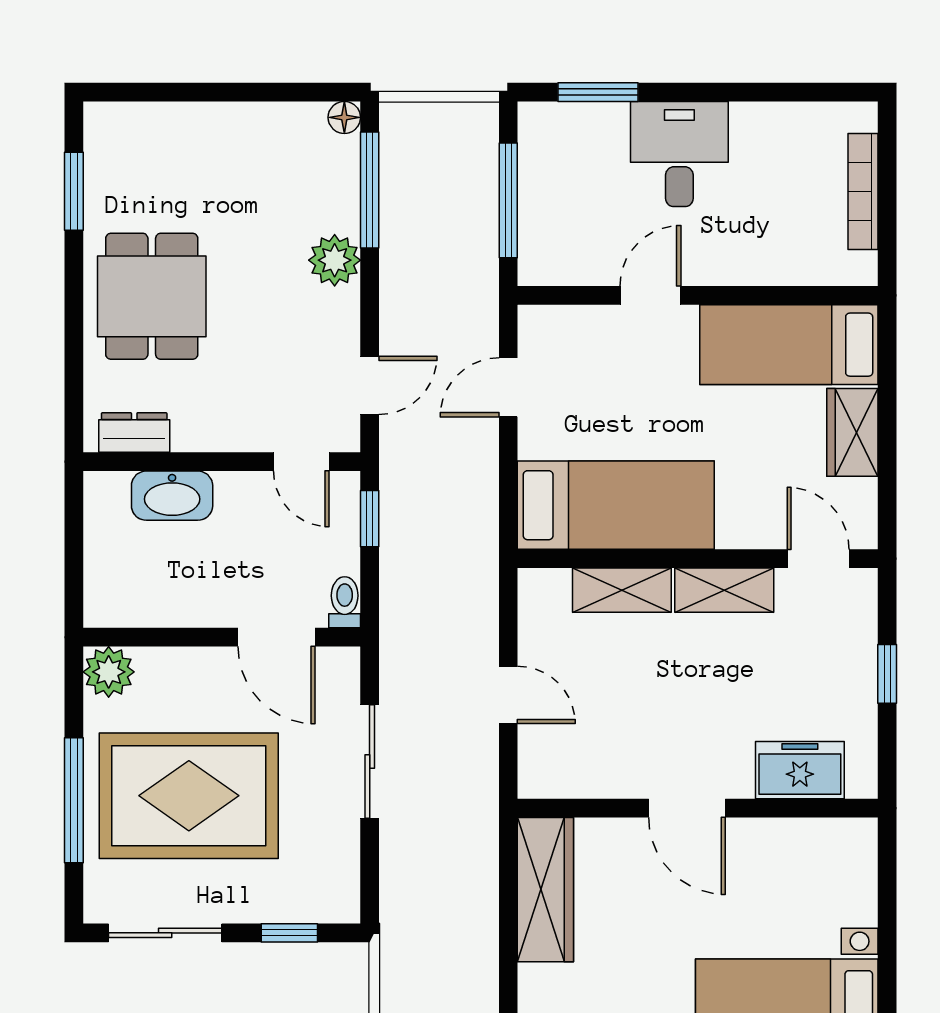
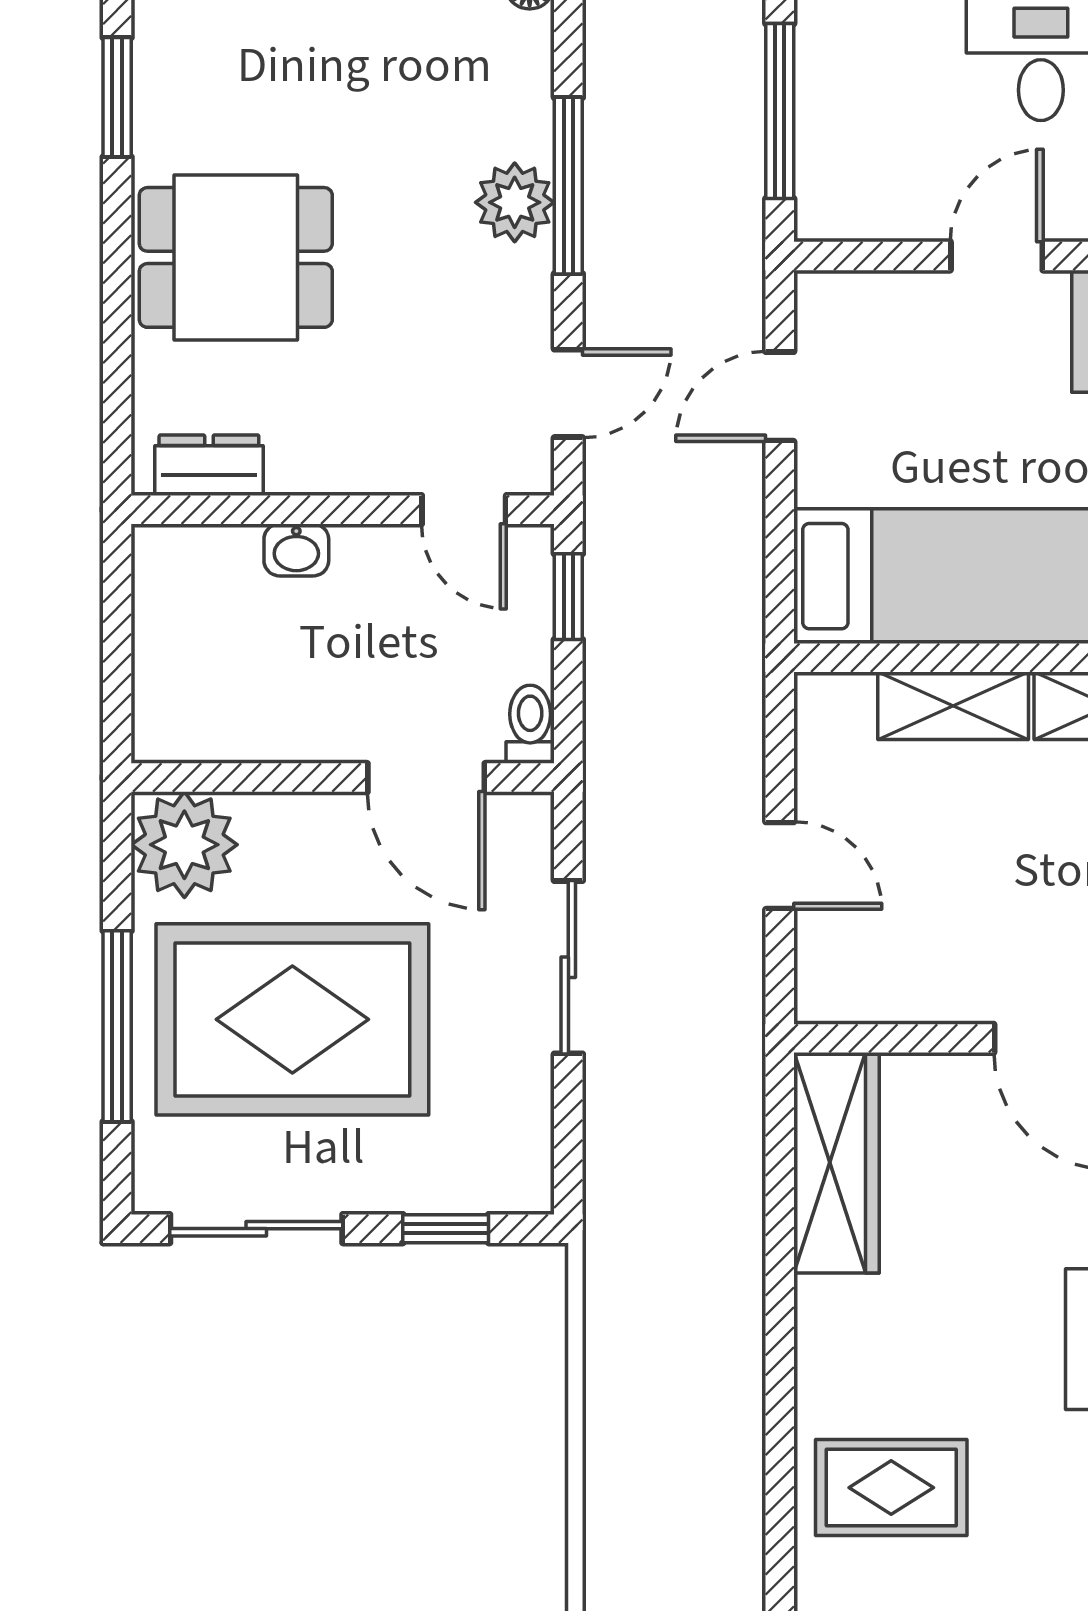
window: (370, 190) -> (568, 186), moved
dining table: (152, 296) -> (236, 257), turned 90
washbasin: (172, 496) -> (296, 550), width x0.52, depth x0.69
plant: (109, 672) -> (184, 845), width x1.36, depth x1.36

